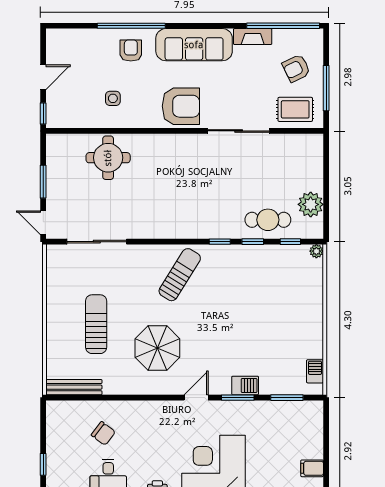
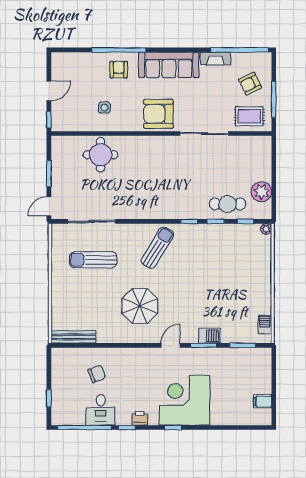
armchair: (181, 106) -> (158, 114), turned 180
door: (43, 223) -> (49, 206), hinge flipped
sun lounger: (96, 324) -> (93, 260), moved, turned -90
chair: (103, 433) -> (97, 374), turned -58

